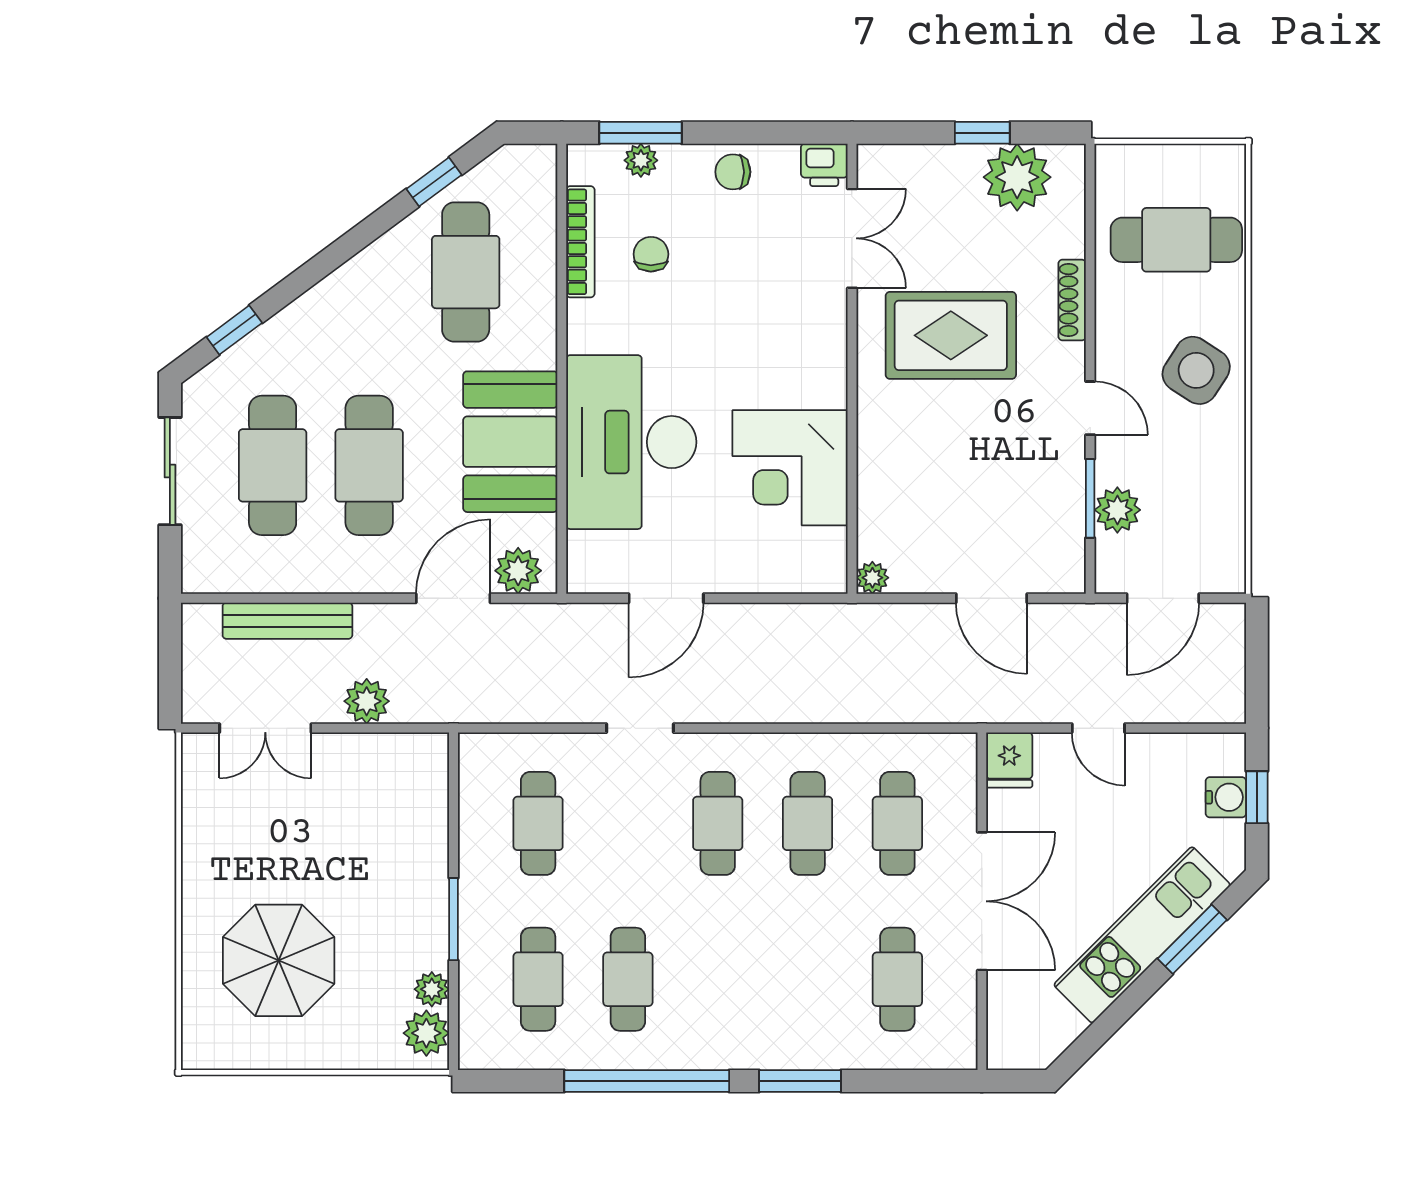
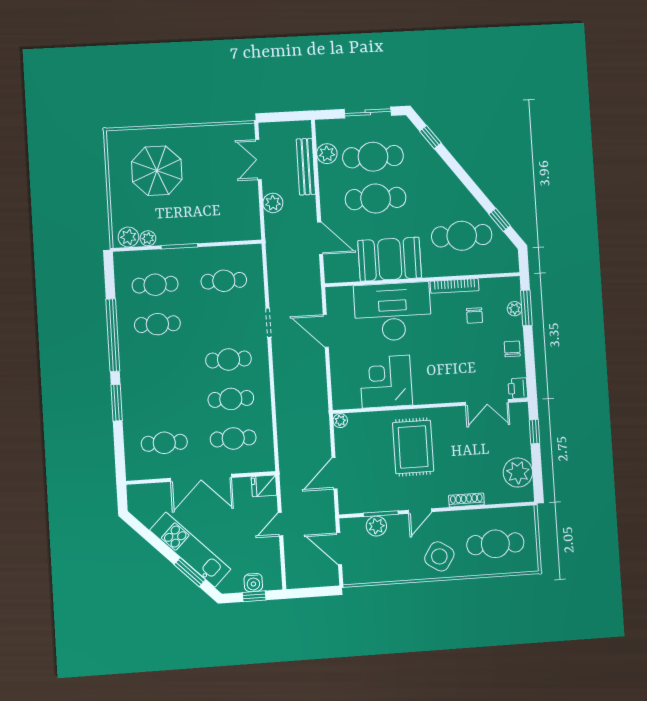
window: (982, 133) -> (534, 432), moved
cafe table: (1176, 240) -> (495, 544), turned 90
bookcase: (580, 242) -> (455, 286), moved
chair: (651, 254) -> (475, 316), turned 90
rug: (951, 335) -> (413, 447), moved
plant: (518, 571) -> (327, 154), moved

